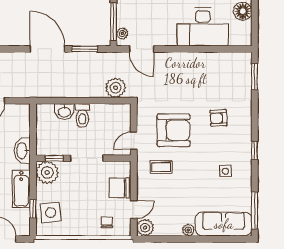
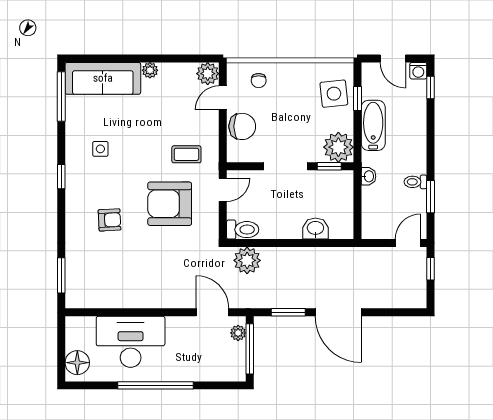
toilet: (82, 116) -> (243, 230), moved, turned 90
washbasin: (22, 151) -> (368, 176), width x0.52, depth x0.69

